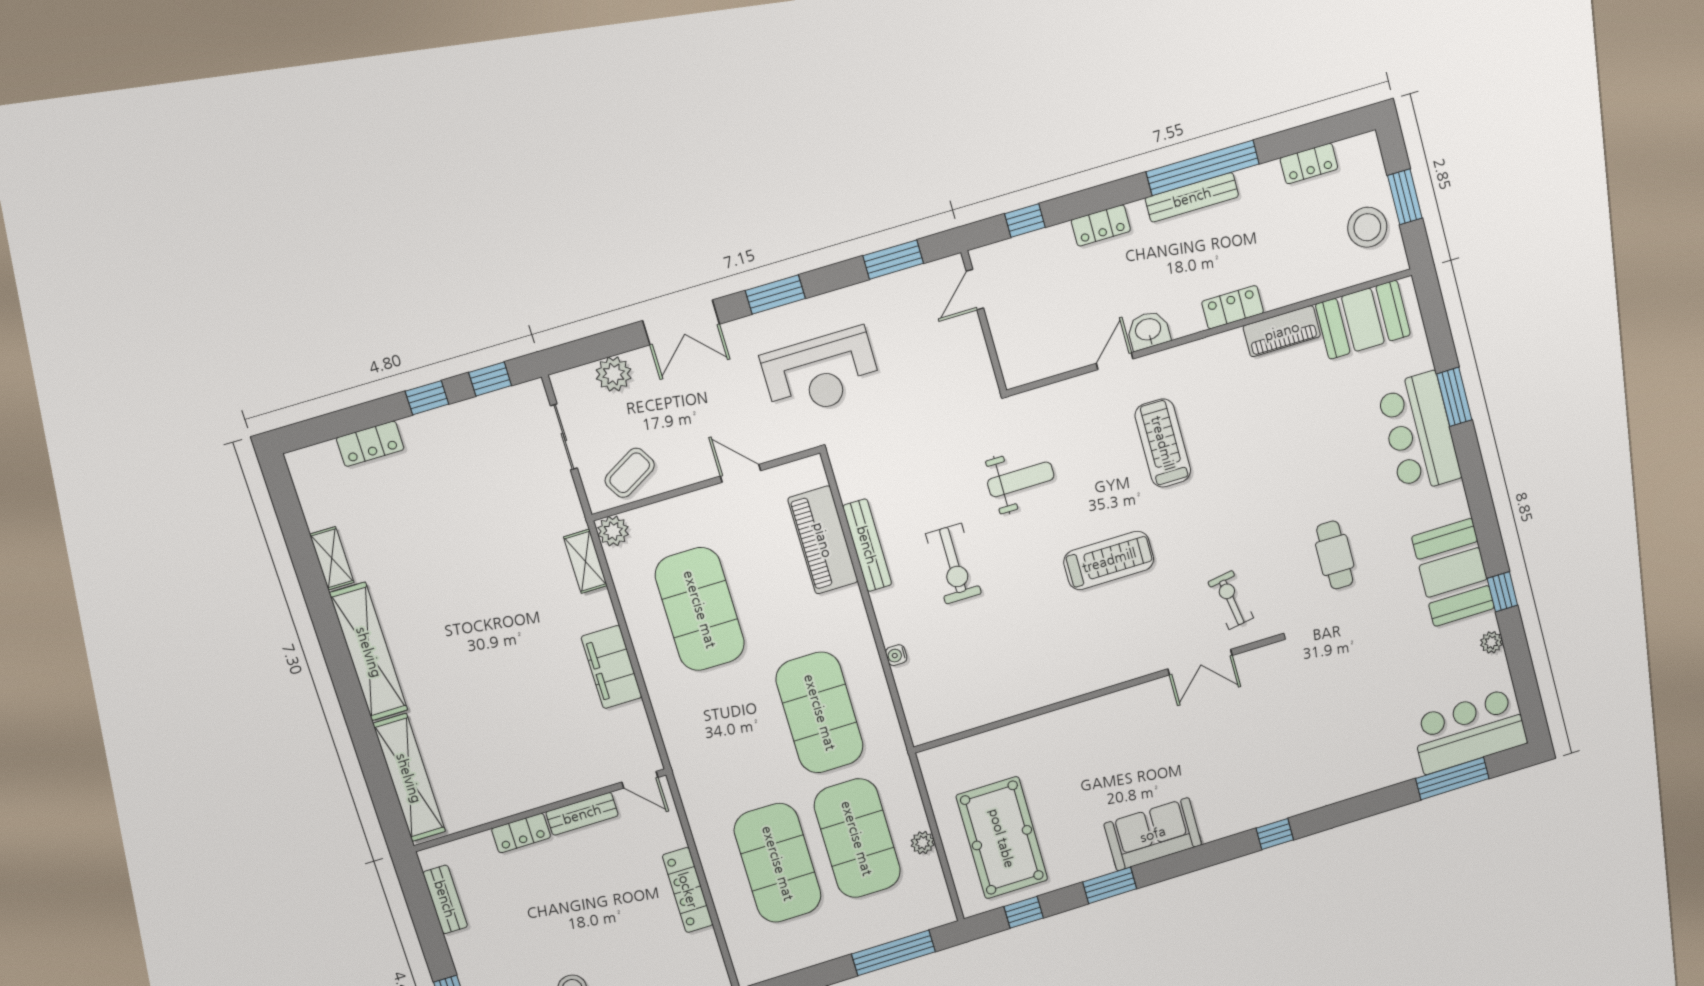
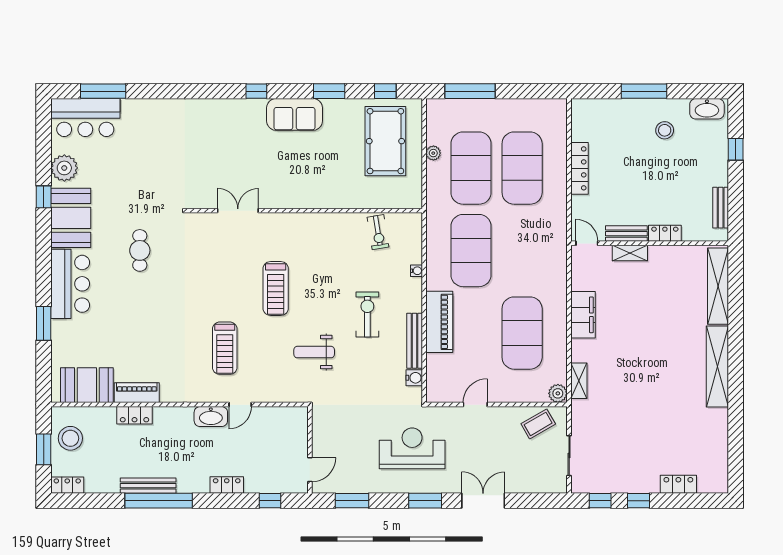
locker: (1309, 163) -> (67, 485), moved
bench: (1192, 197) -> (148, 486), moved
locker: (1233, 307) -> (135, 415), moved
washbasin: (1148, 330) -> (211, 417), width x1.38
plant: (614, 374) -> (530, 483), removed
bar counter: (1419, 433) -> (70, 284), moved
door: (741, 473) -> (475, 405), swing flipped
water cooler: (851, 487) -> (414, 378), added
piano: (823, 540) -> (439, 322), moved
shelving: (332, 558) -> (630, 253), moved, turned 90
treadmill: (1109, 560) -> (276, 288), turned -90
exercise bike: (1231, 600) -> (378, 232), moved
plant: (1491, 642) -> (64, 168), width x1.87, depth x1.87
window: (1275, 834) -> (256, 91), moved

